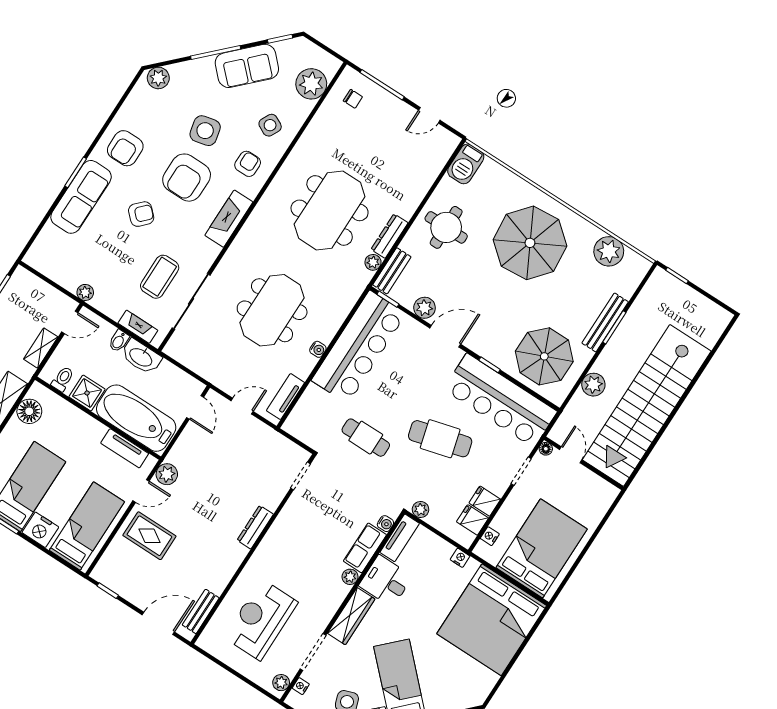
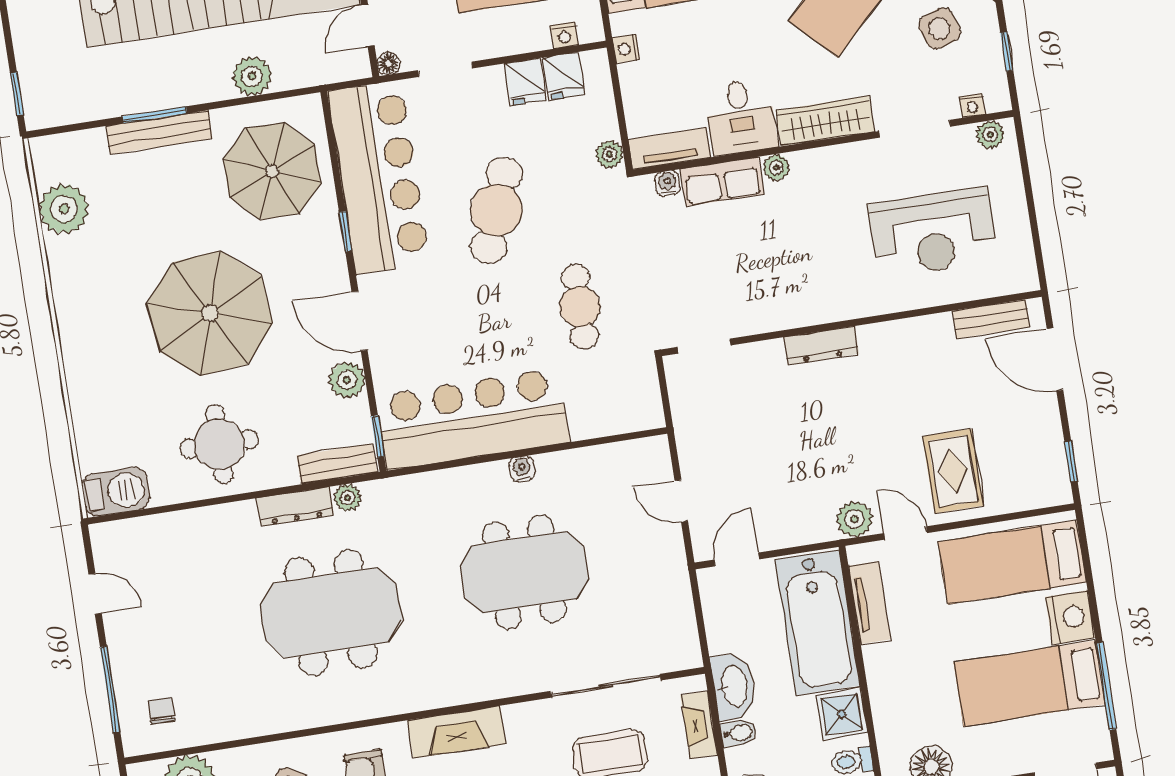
parasol: (530, 243) -> (210, 313), moved
tv unit: (286, 397) -> (619, 456), removed
cafe table: (440, 439) -> (497, 210), turned 36

